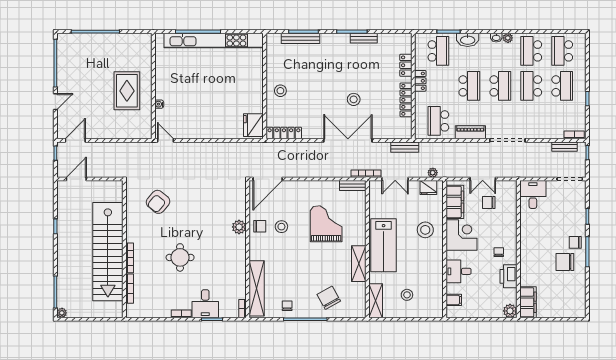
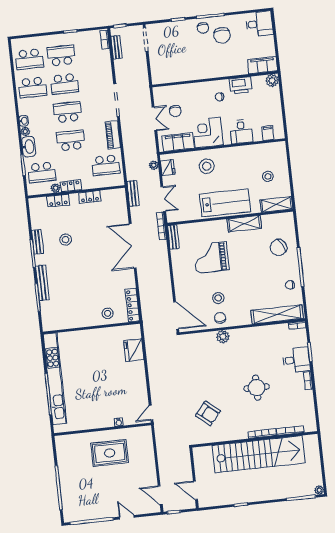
bench: (300, 38) -> (42, 283), moved
plant: (508, 38) -> (25, 131), moved
school desk: (438, 51) -> (42, 172), turned 180
plant: (420, 64) -> (56, 188), added
stool: (280, 91) -> (108, 313), moved
stool: (354, 99) -> (66, 240), moved
locker: (406, 100) -> (90, 197), width x0.66
fridge: (253, 125) -> (134, 350), moved, turned 90
desk: (533, 195) -> (259, 24), moved, turned 180

